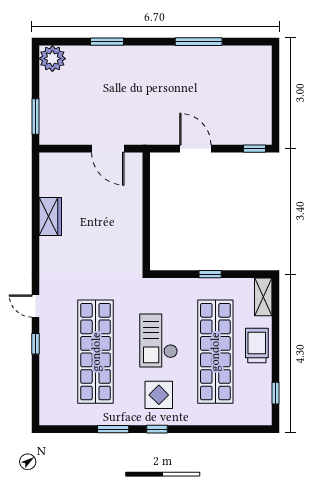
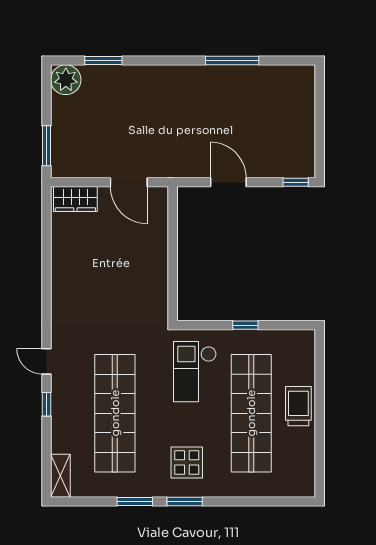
window: (107, 42) -> (103, 60), moved
wardrobe: (50, 216) -> (75, 199), moved, turned 90
shelving: (263, 297) -> (60, 476), moved
checkout: (159, 341) -> (195, 372), moved
window: (275, 393) -> (320, 460), removed
window: (157, 429) -> (185, 501), width x1.50

